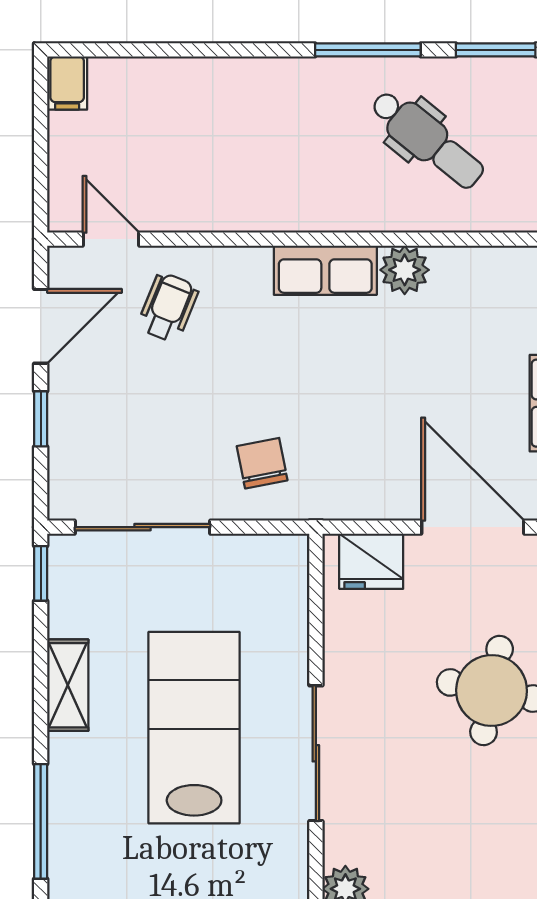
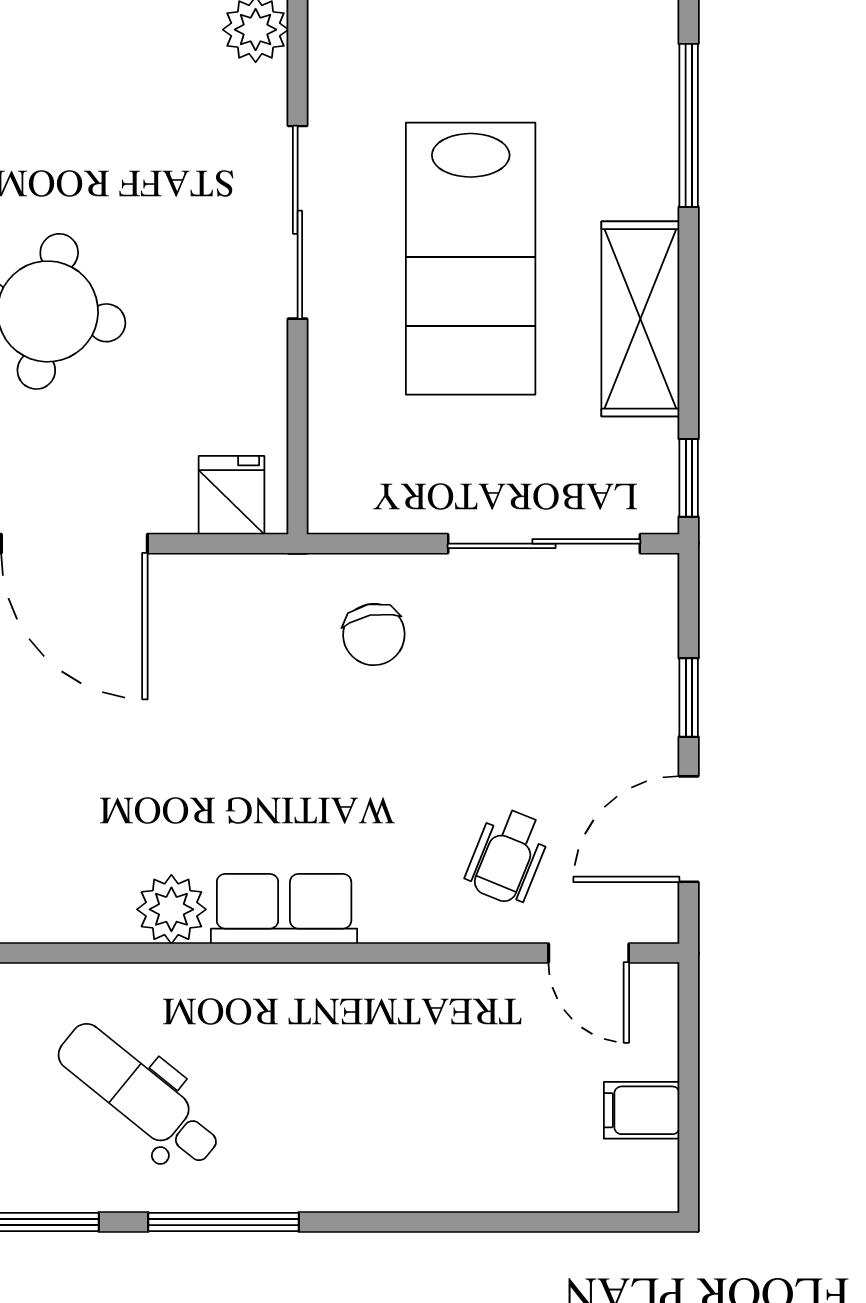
filing cabinet: (67, 83) -> (642, 1110), moved, turned -90
fridge: (371, 561) -> (232, 495), width x0.72
shelving: (68, 685) -> (640, 319), width x1.50, depth x1.33

